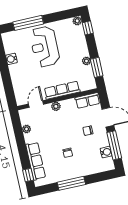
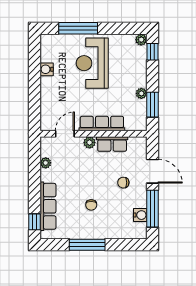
row of seats: (87, 100) -> (112, 144), moved

